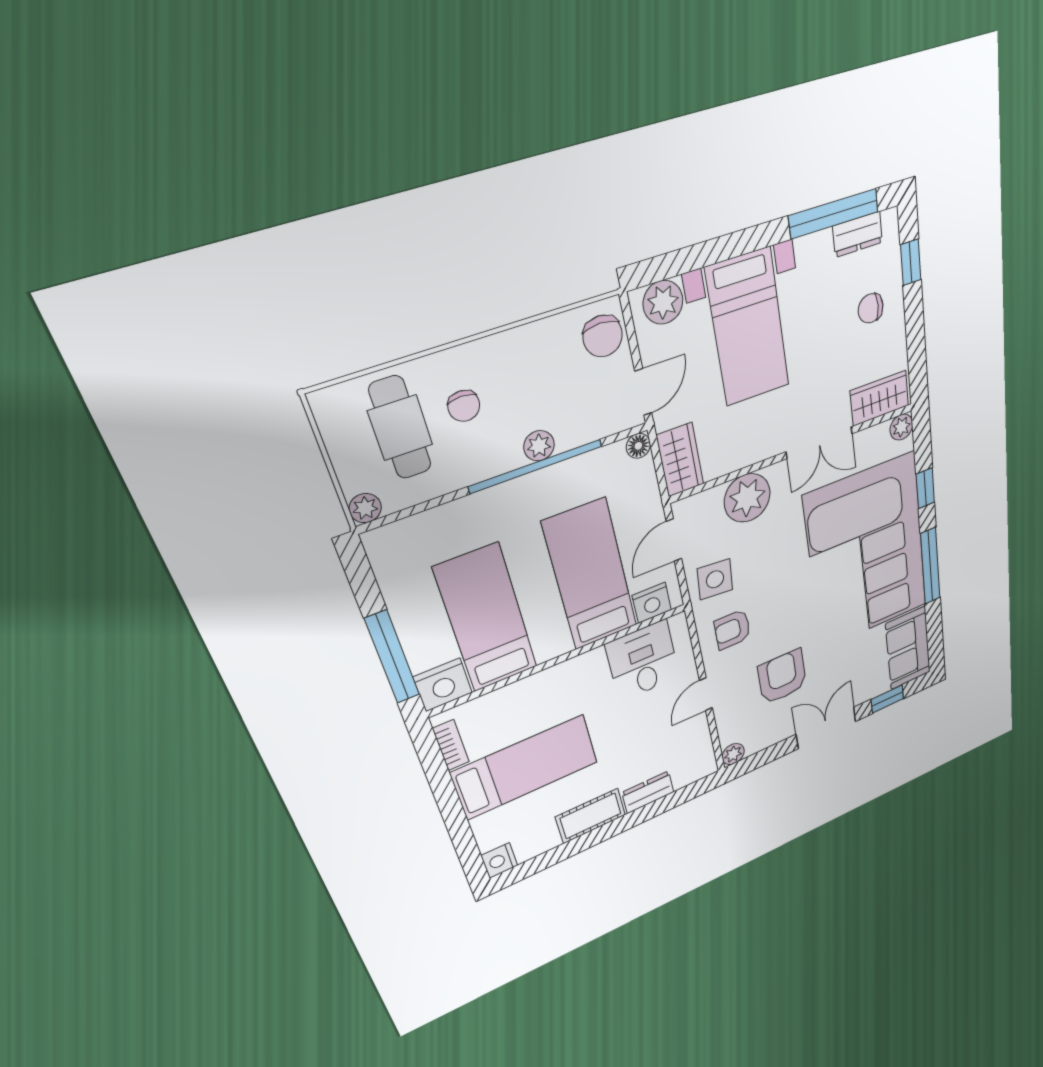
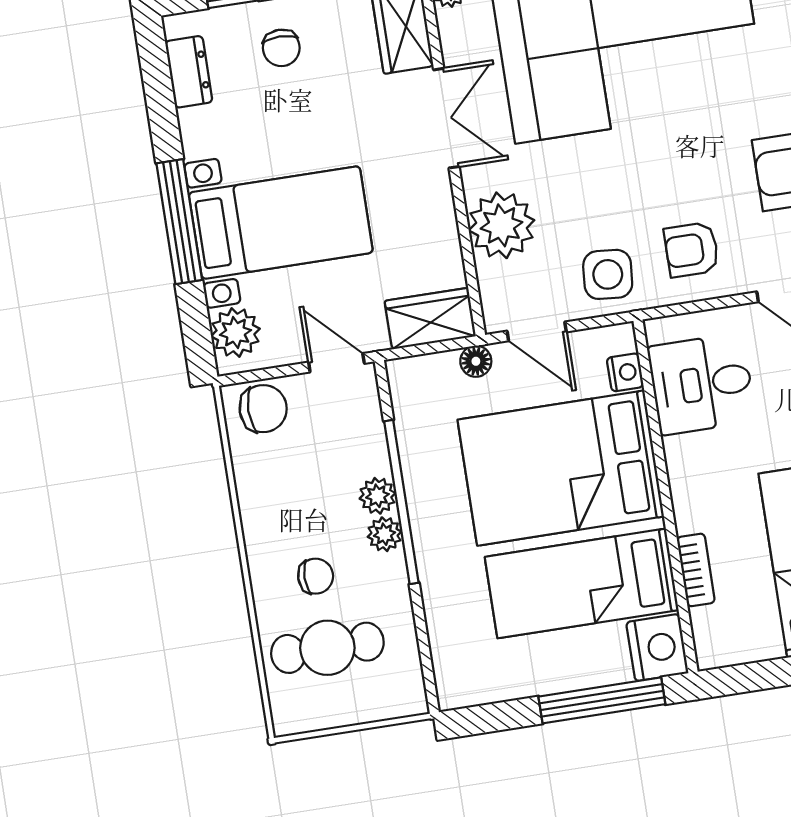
window: (834, 214) -> (179, 222), moved
floor lamp: (638, 446) -> (476, 361), moved
plant: (365, 508) -> (384, 534), moved
bed: (590, 575) -> (561, 468), width x1.50
nightstand: (652, 603) -> (625, 372), width x0.72, depth x0.74
armchair: (732, 629) -> (692, 250), turned 90
bookcase: (451, 745) -> (696, 570), moved, turned 90

